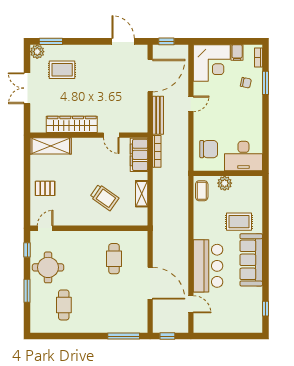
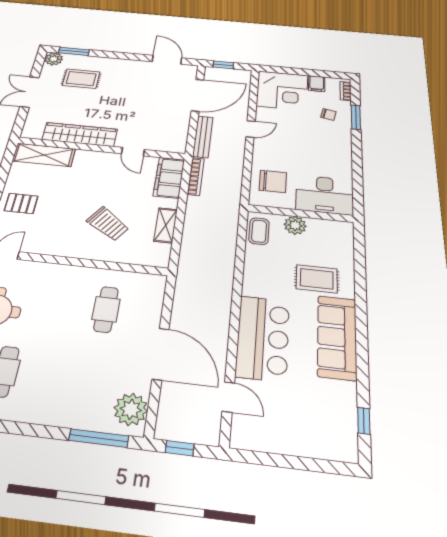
plant: (138, 318) -> (131, 409), added

